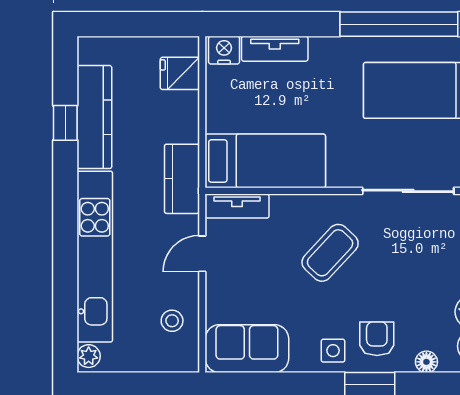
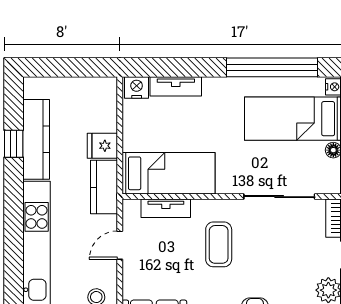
fridge: (180, 73) -> (102, 146), moved
tv unit: (237, 206) -> (166, 208), moved
coffee table: (330, 253) -> (219, 244), turned -43

